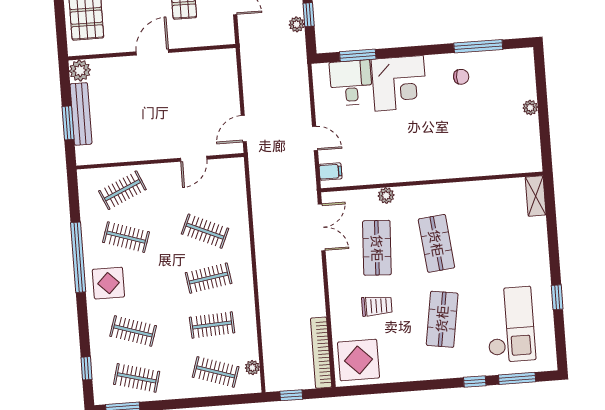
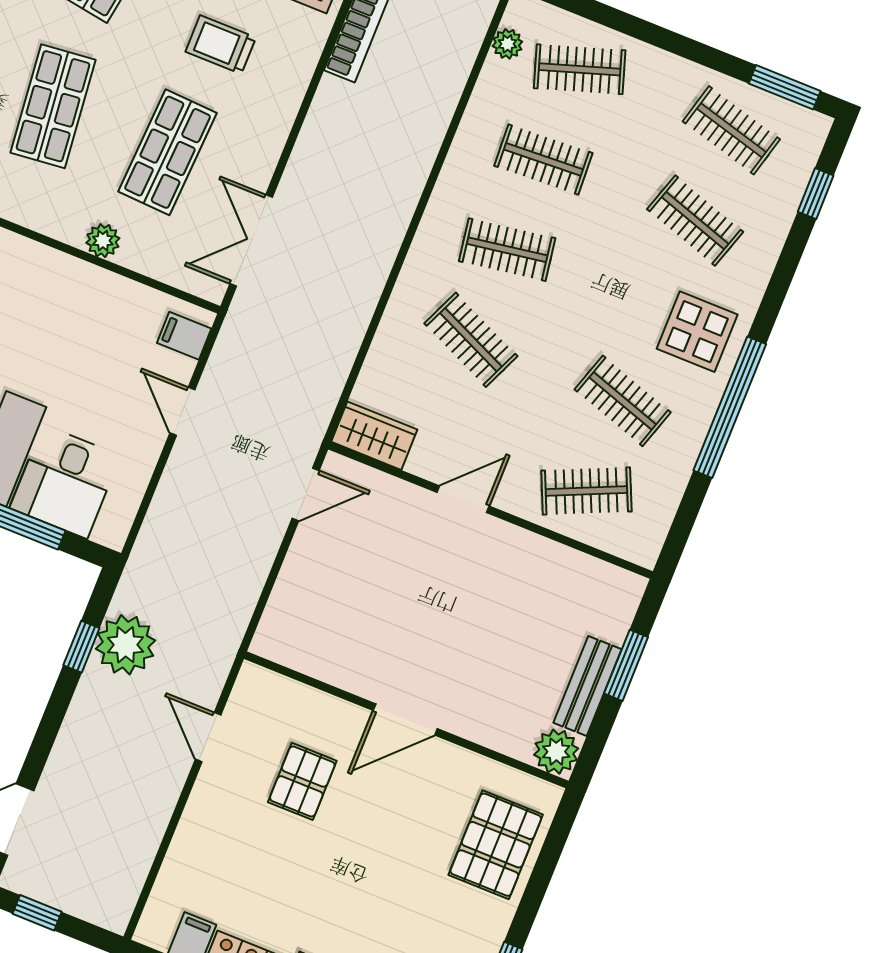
plant: (297, 24) -> (125, 645), width x1.88, depth x1.88
bench: (81, 114) -> (588, 686), width x0.73
door: (194, 159) -> (463, 499), moved
wardrobe: (227, 169) -> (374, 436), added
clothes rail: (216, 372) -> (580, 69), turned -36

